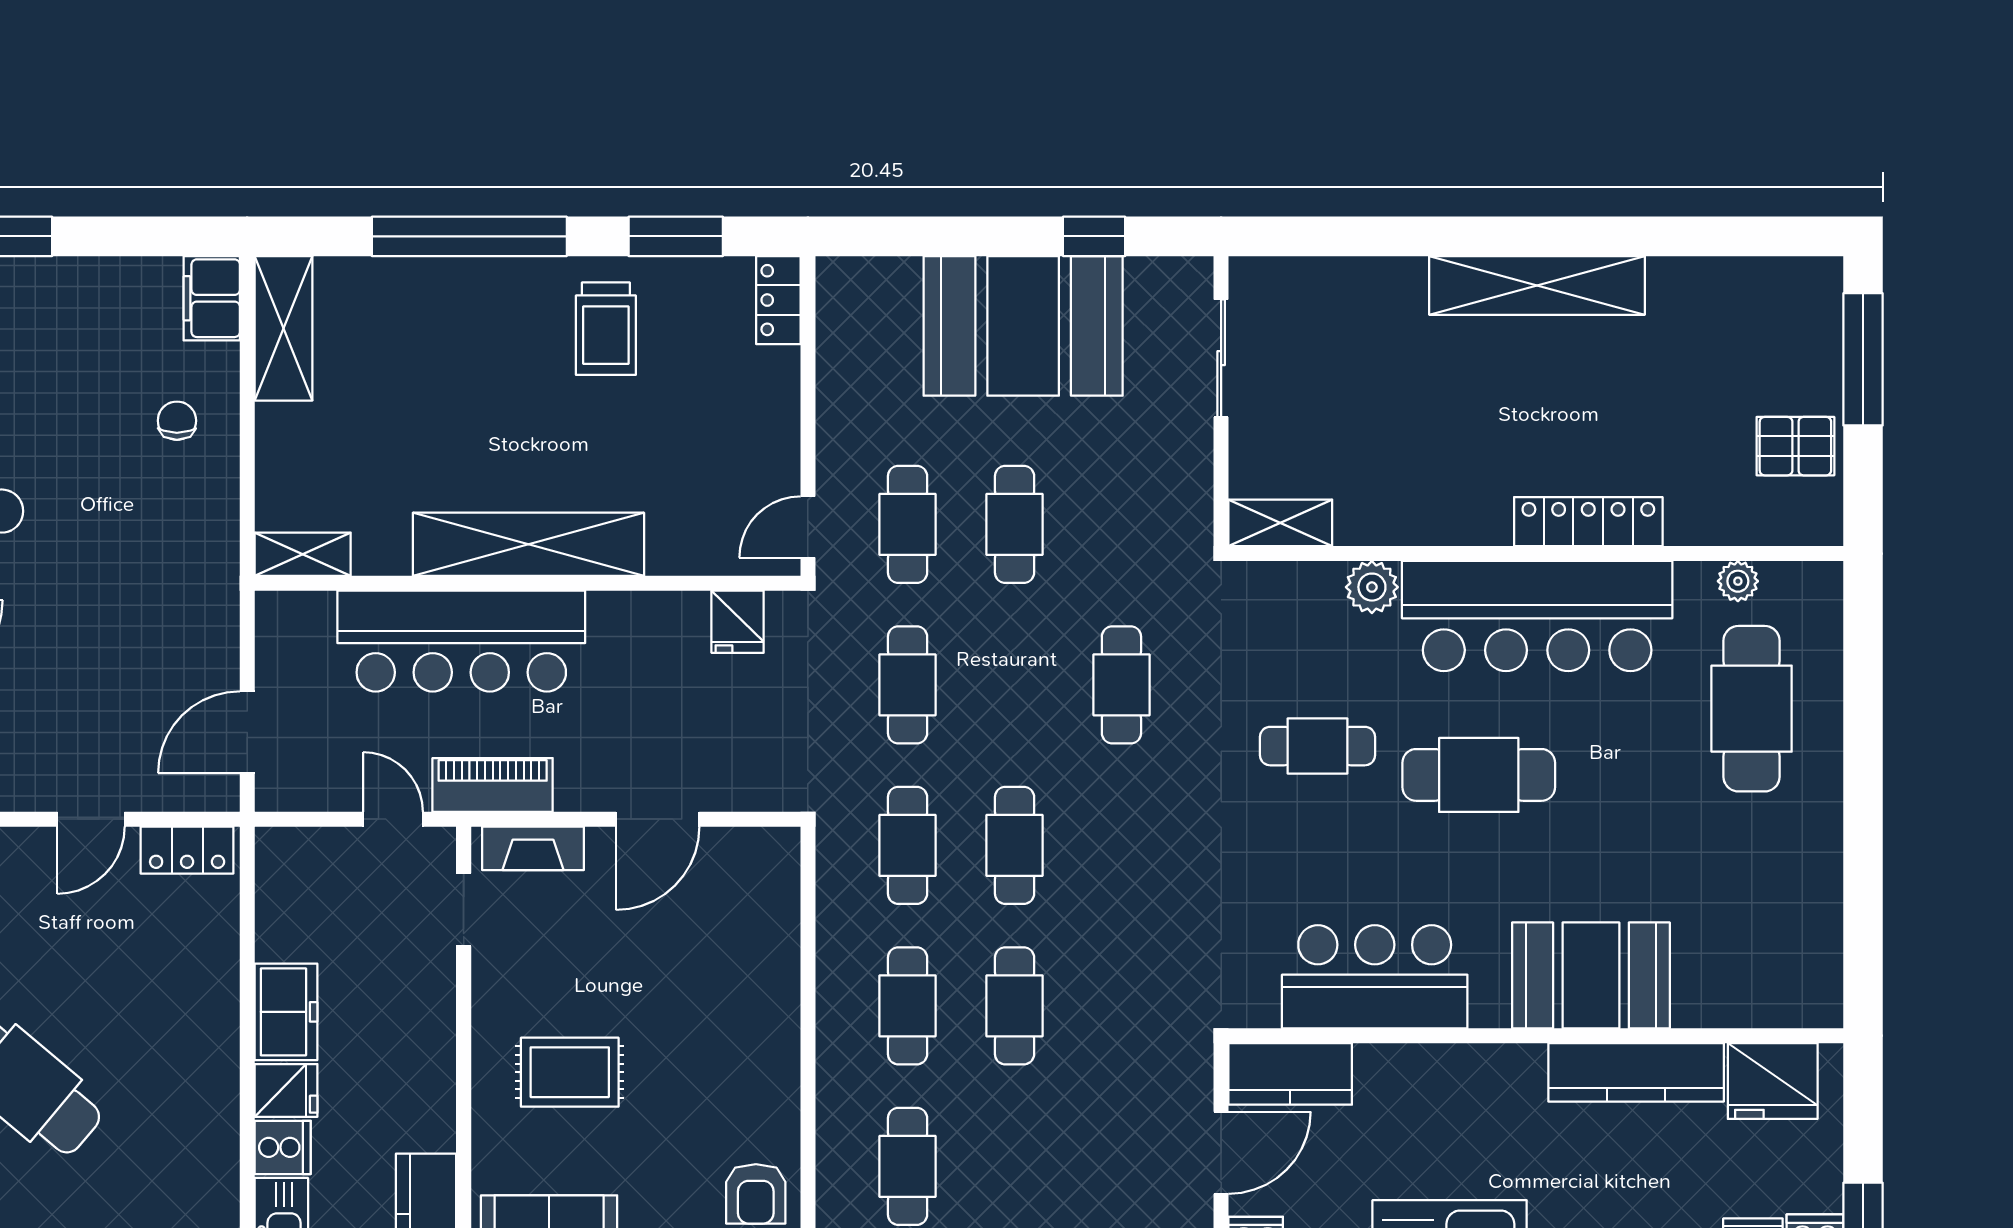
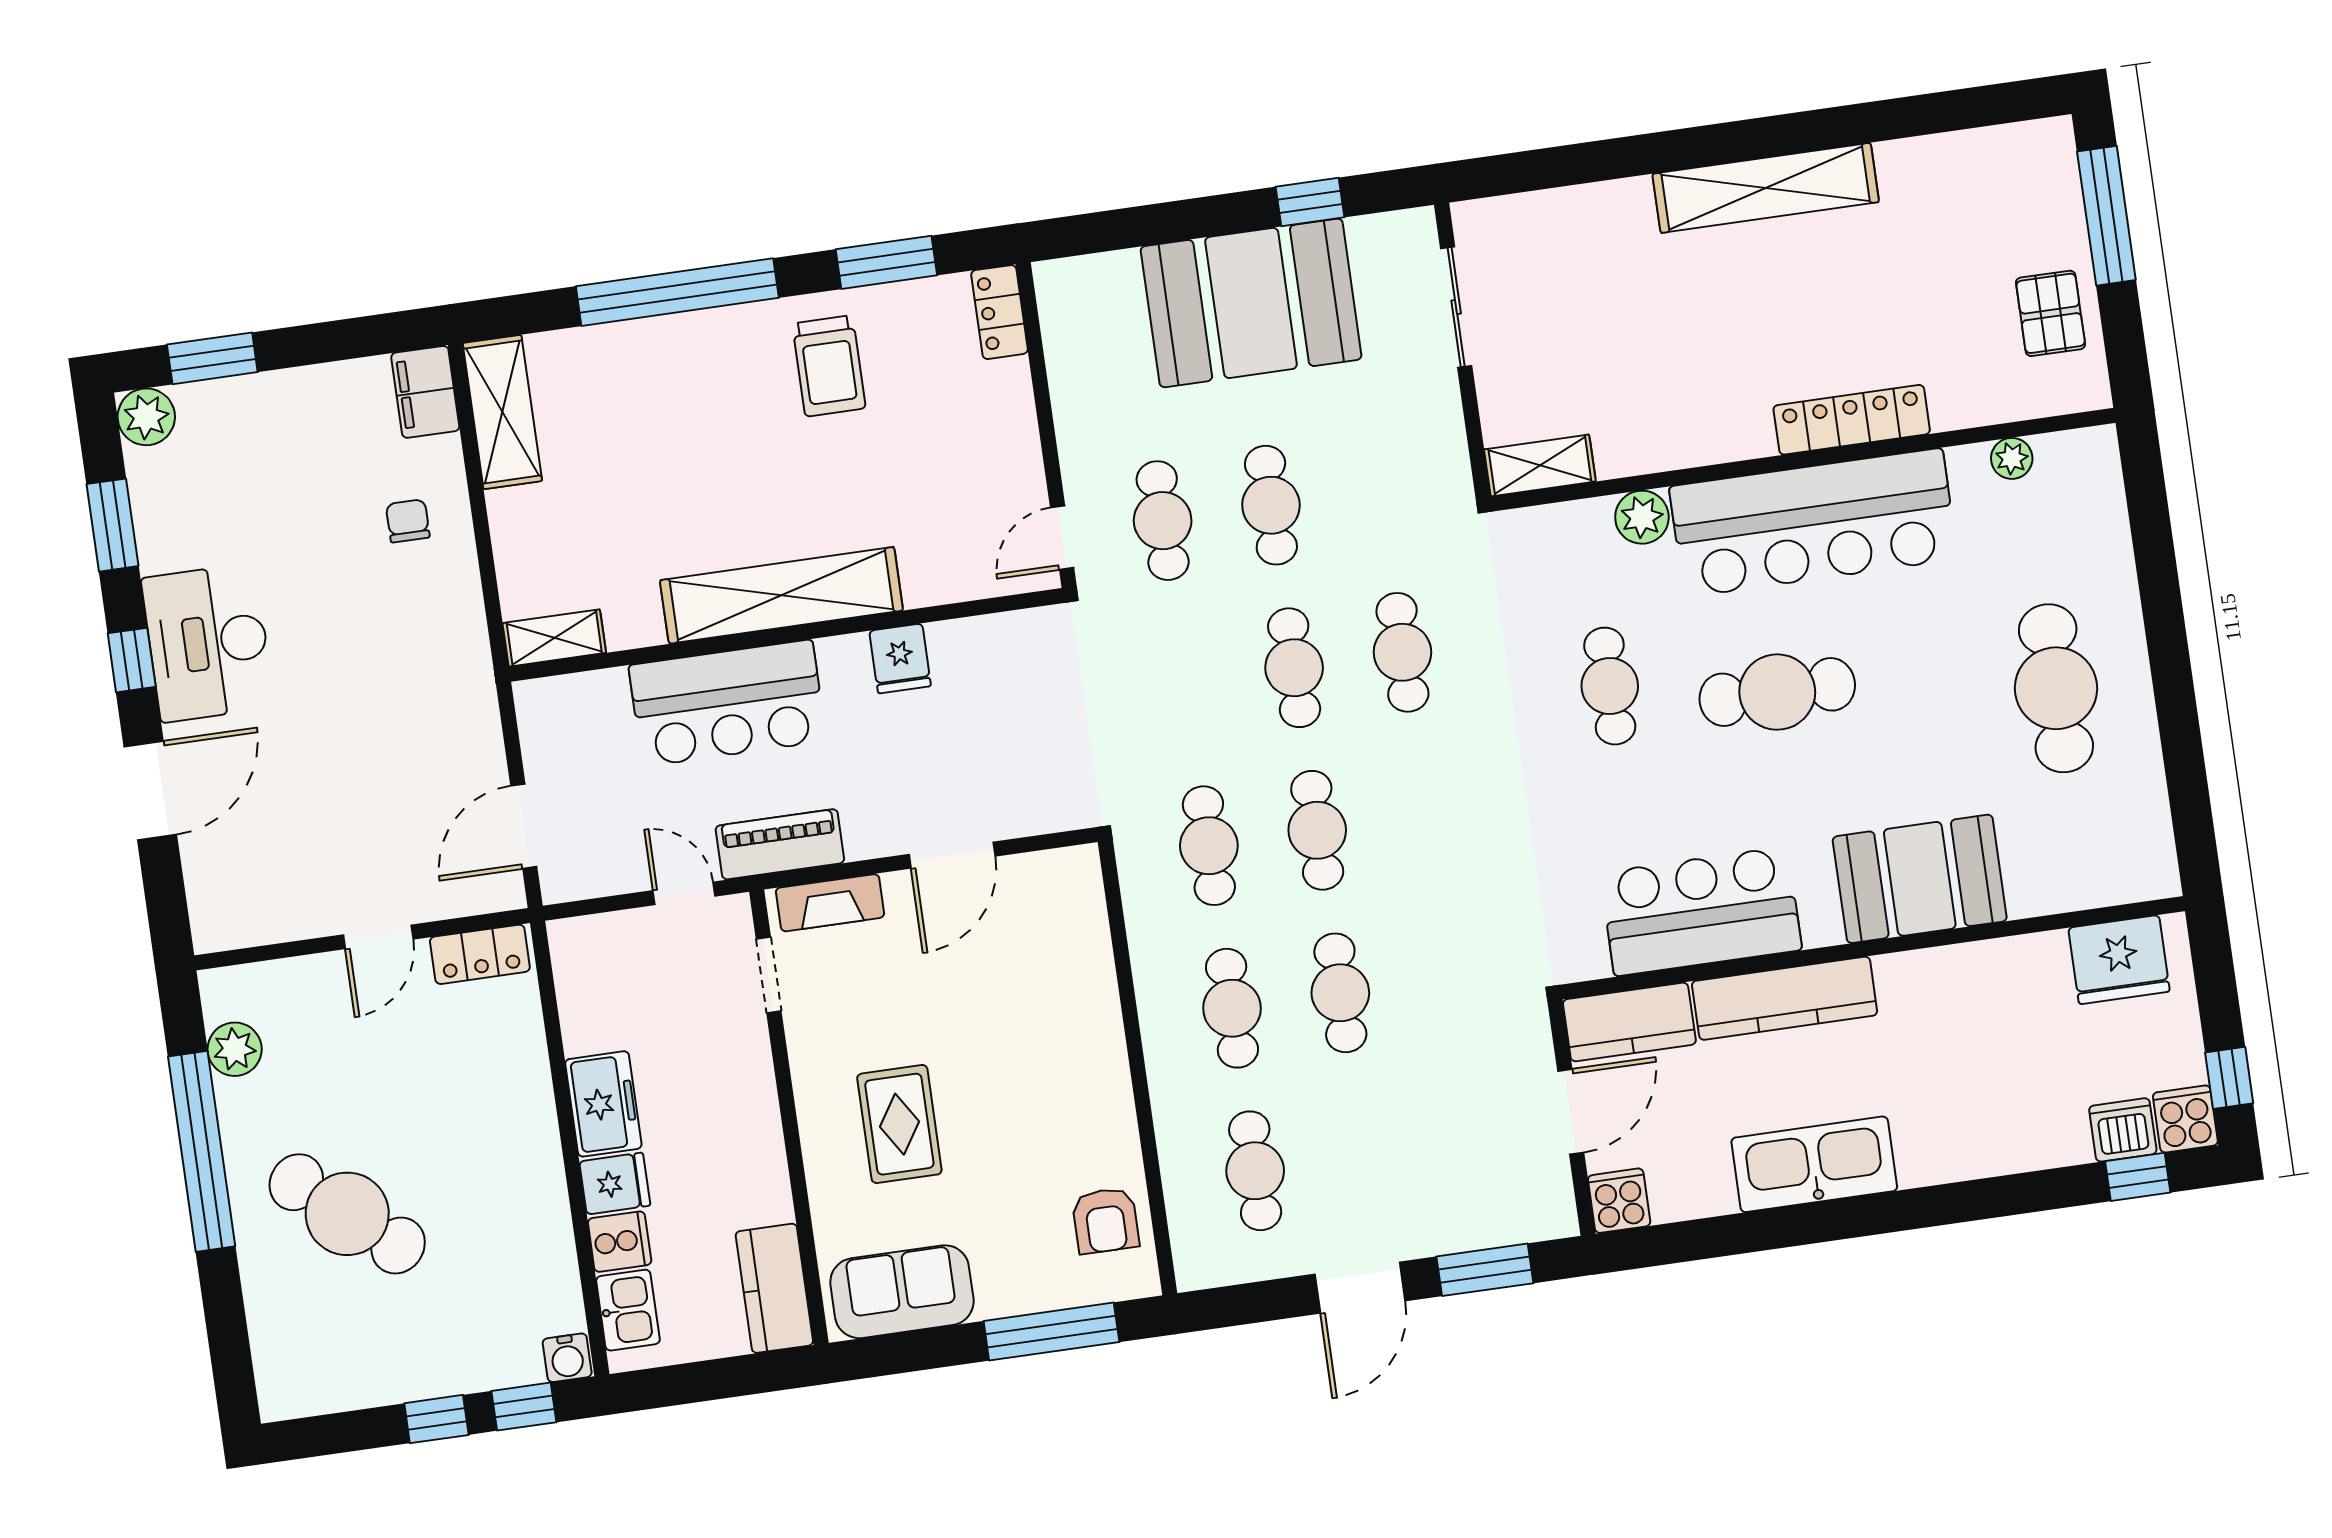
pallet: (1795, 446) -> (2051, 313), turned 90
fridge: (738, 622) -> (900, 658), moved
bar counter: (461, 641) -> (727, 703), width x0.73
cafe table: (908, 685) -> (1294, 668), moved
cafe table: (1752, 709) -> (2056, 688), moved
cafe table: (1317, 746) -> (1610, 686), turned 90
rug: (570, 1072) -> (899, 1124), turned 90
kitchen counter: (1636, 1072) -> (1785, 998), moved

